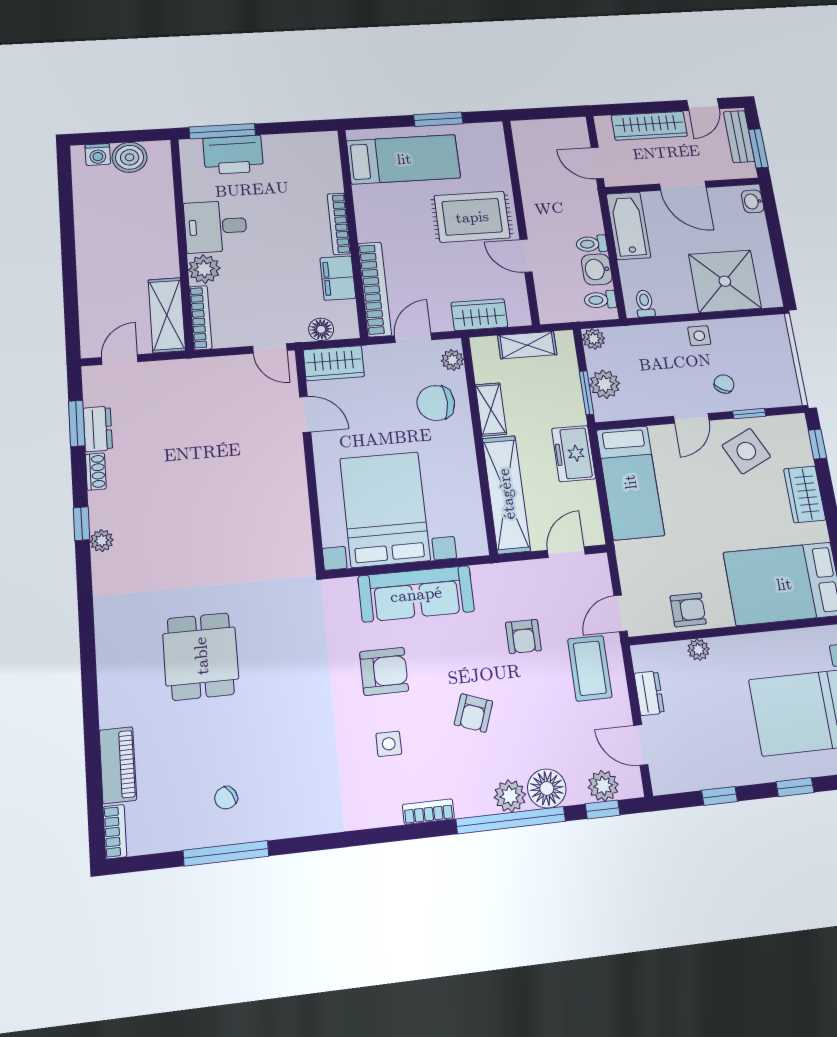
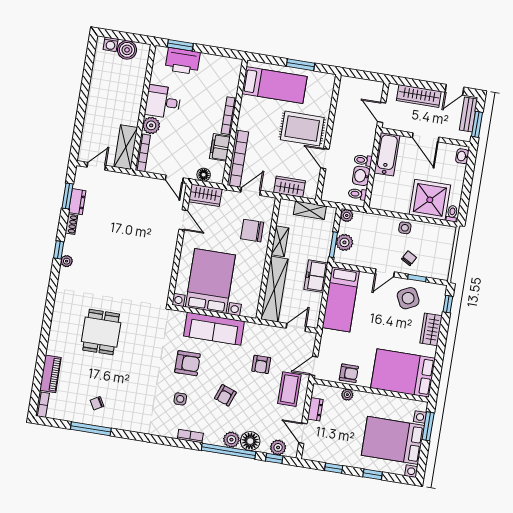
window: (222, 131) -> (180, 45), width x0.69
toilet: (645, 303) -> (452, 214), moved
plant: (452, 360) -> (268, 209), removed

